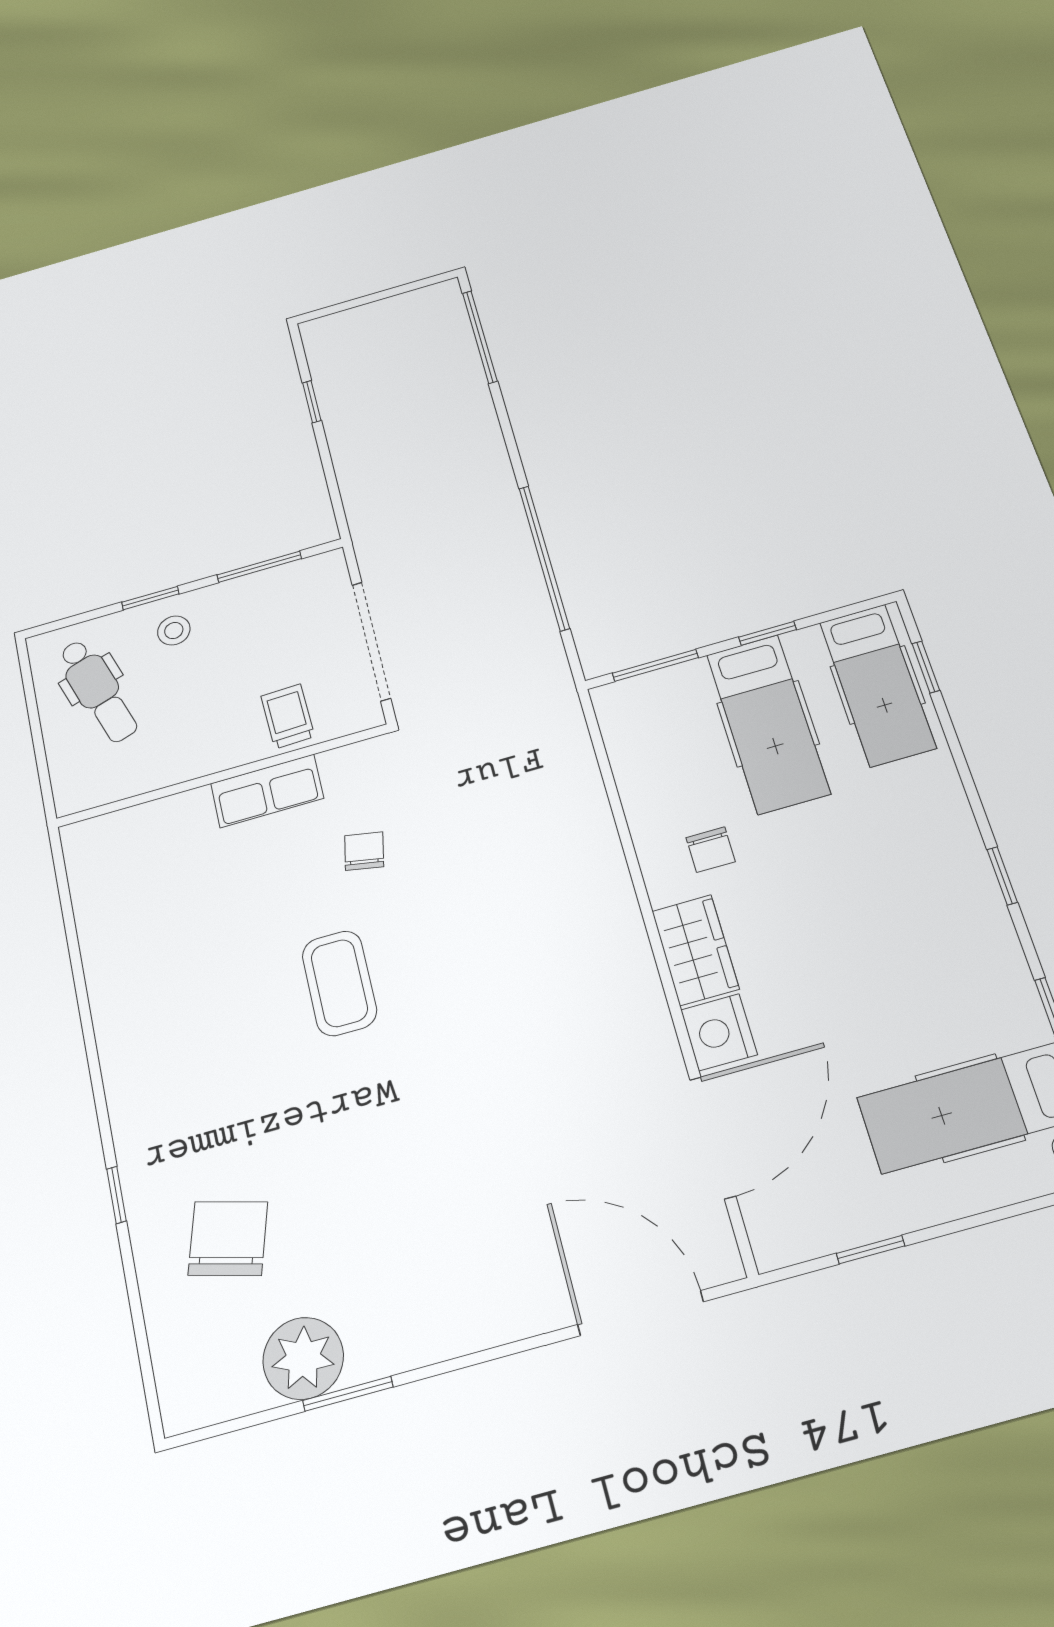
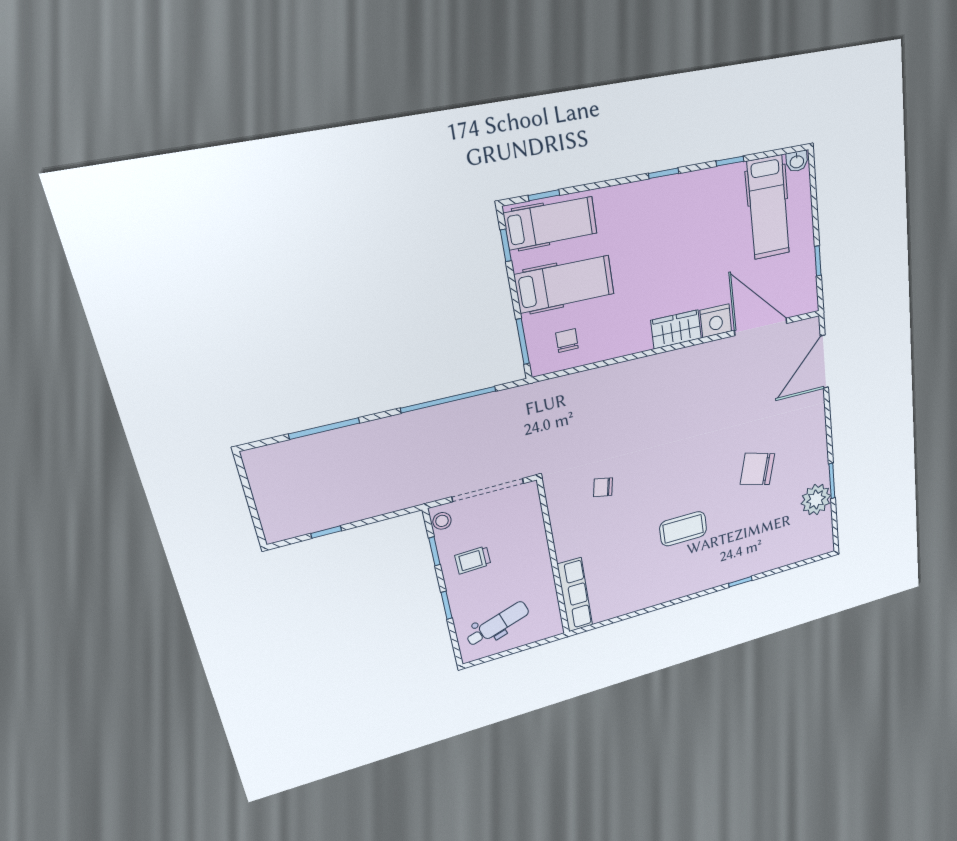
window: (480, 337) -> (324, 429), moved
window: (259, 567) -> (434, 551), width x0.67
stool: (174, 630) -> (442, 521), moved
window: (767, 633) -> (506, 245), moved
trolley: (288, 716) -> (473, 560), moved
row of seats: (267, 791) -> (575, 595), moved, width x1.48
chair: (711, 850) -> (567, 341), moved, turned -90
coffee table: (339, 983) -> (683, 529), moved
chair: (228, 1239) -> (757, 469), moved

